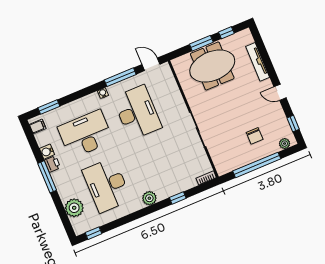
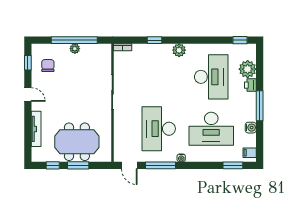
chair: (255, 136) -> (48, 66), moved
plant: (285, 144) -> (75, 49), moved
printer: (52, 164) -> (250, 85), moved

